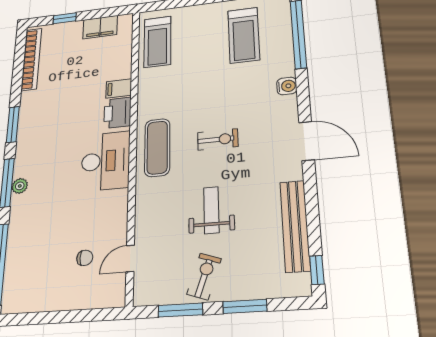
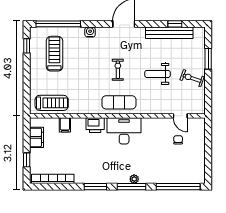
treadmill: (244, 35) -> (54, 54), turned -90
filing cabinet: (119, 88) -> (65, 125), moved
window: (317, 270) -> (175, 24), moved
window: (180, 310) -> (208, 90), removed

